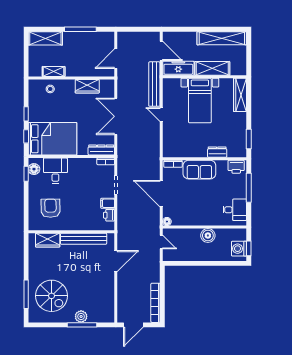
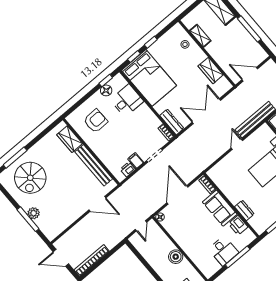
printer: (236, 167) -> (238, 225), moved
floor lamp: (34, 169) -> (106, 90), moved
desk: (235, 210) -> (223, 251), moved

